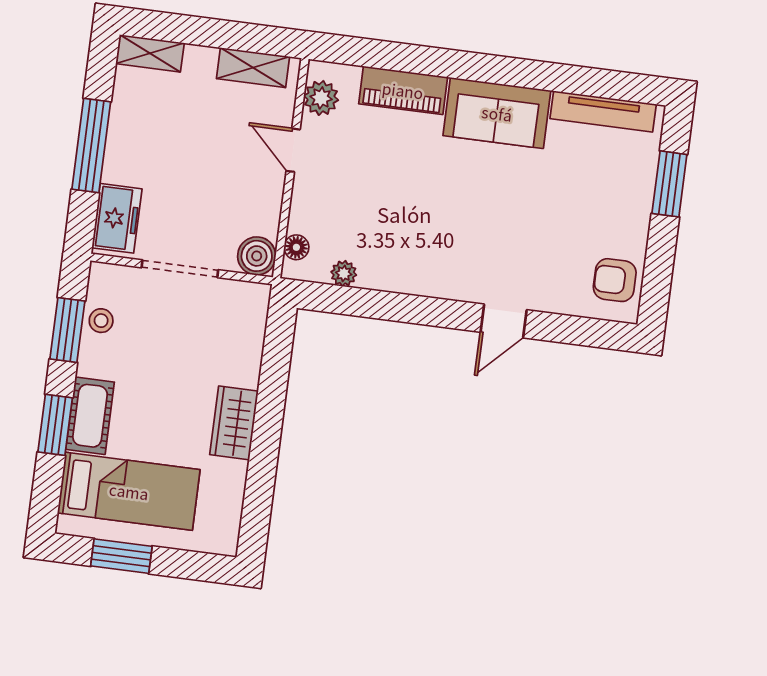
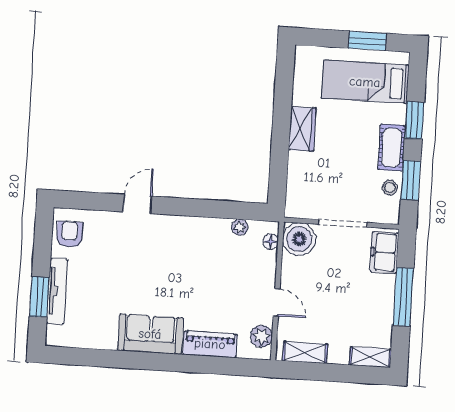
tv unit: (603, 111) -> (57, 291), moved, turned 90
boiler: (257, 256) -> (299, 239), width x1.37, depth x1.37
armchair: (615, 280) -> (70, 234), turned -90
cot: (90, 416) -> (392, 148), moved

